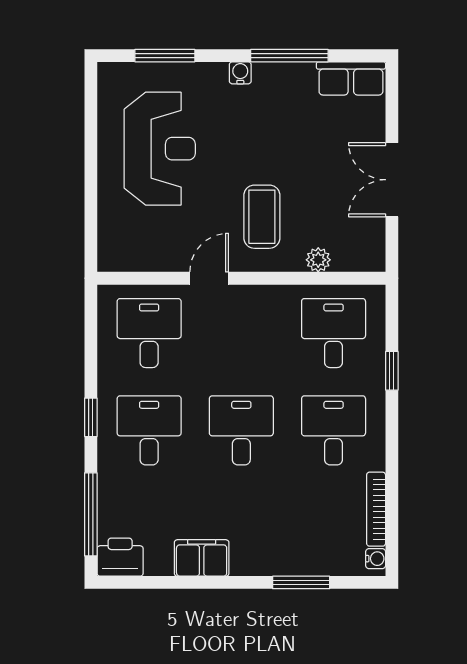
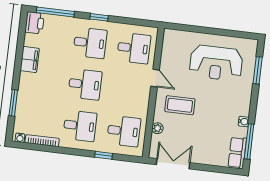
window: (289, 56) -> (249, 141), moved
water cooler: (240, 73) -> (244, 122), moved
double door: (392, 180) -> (173, 164), moved

